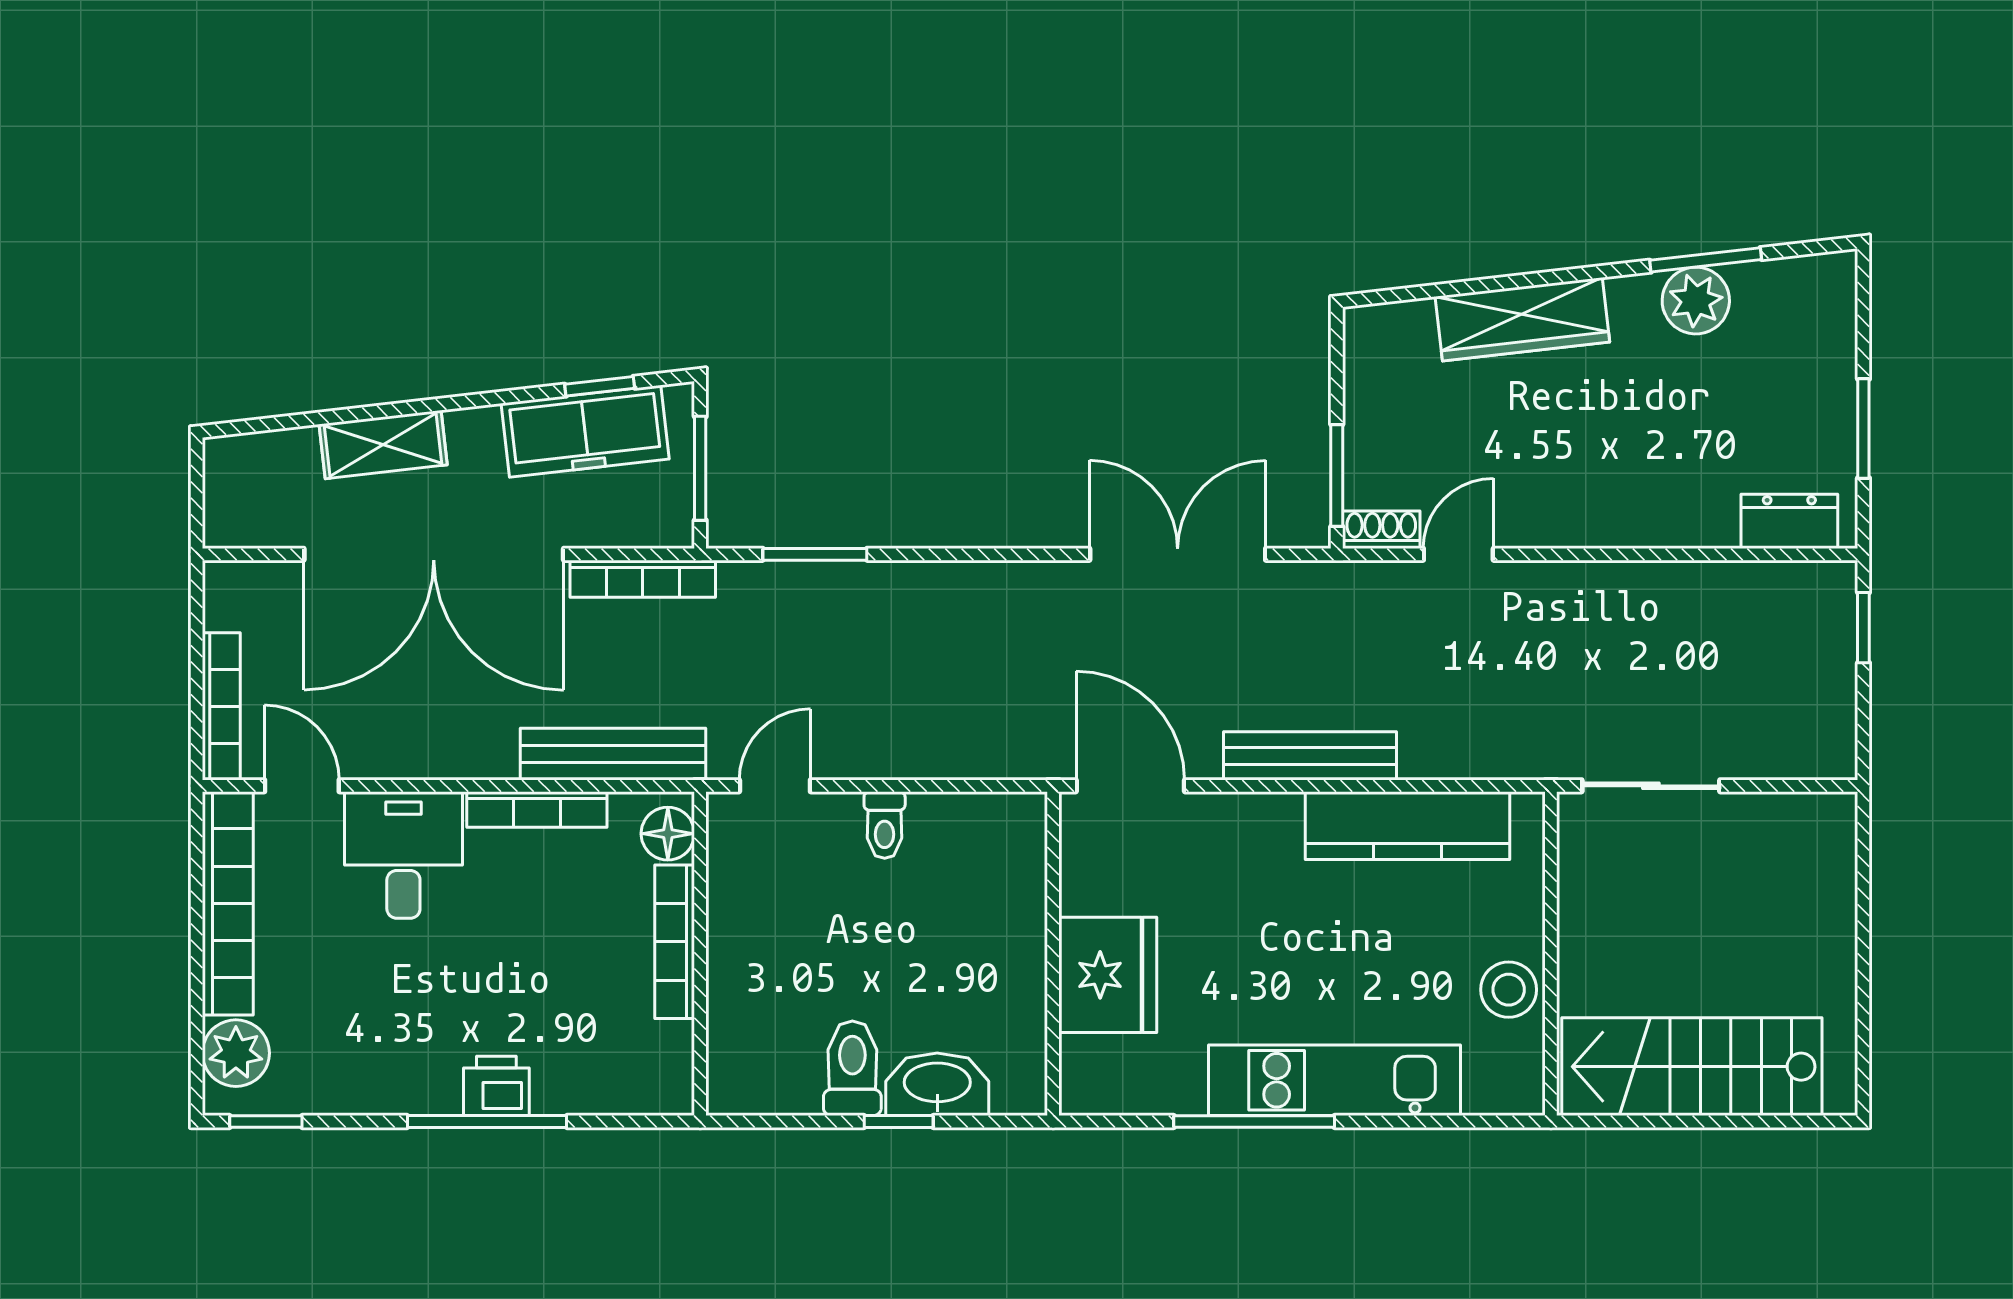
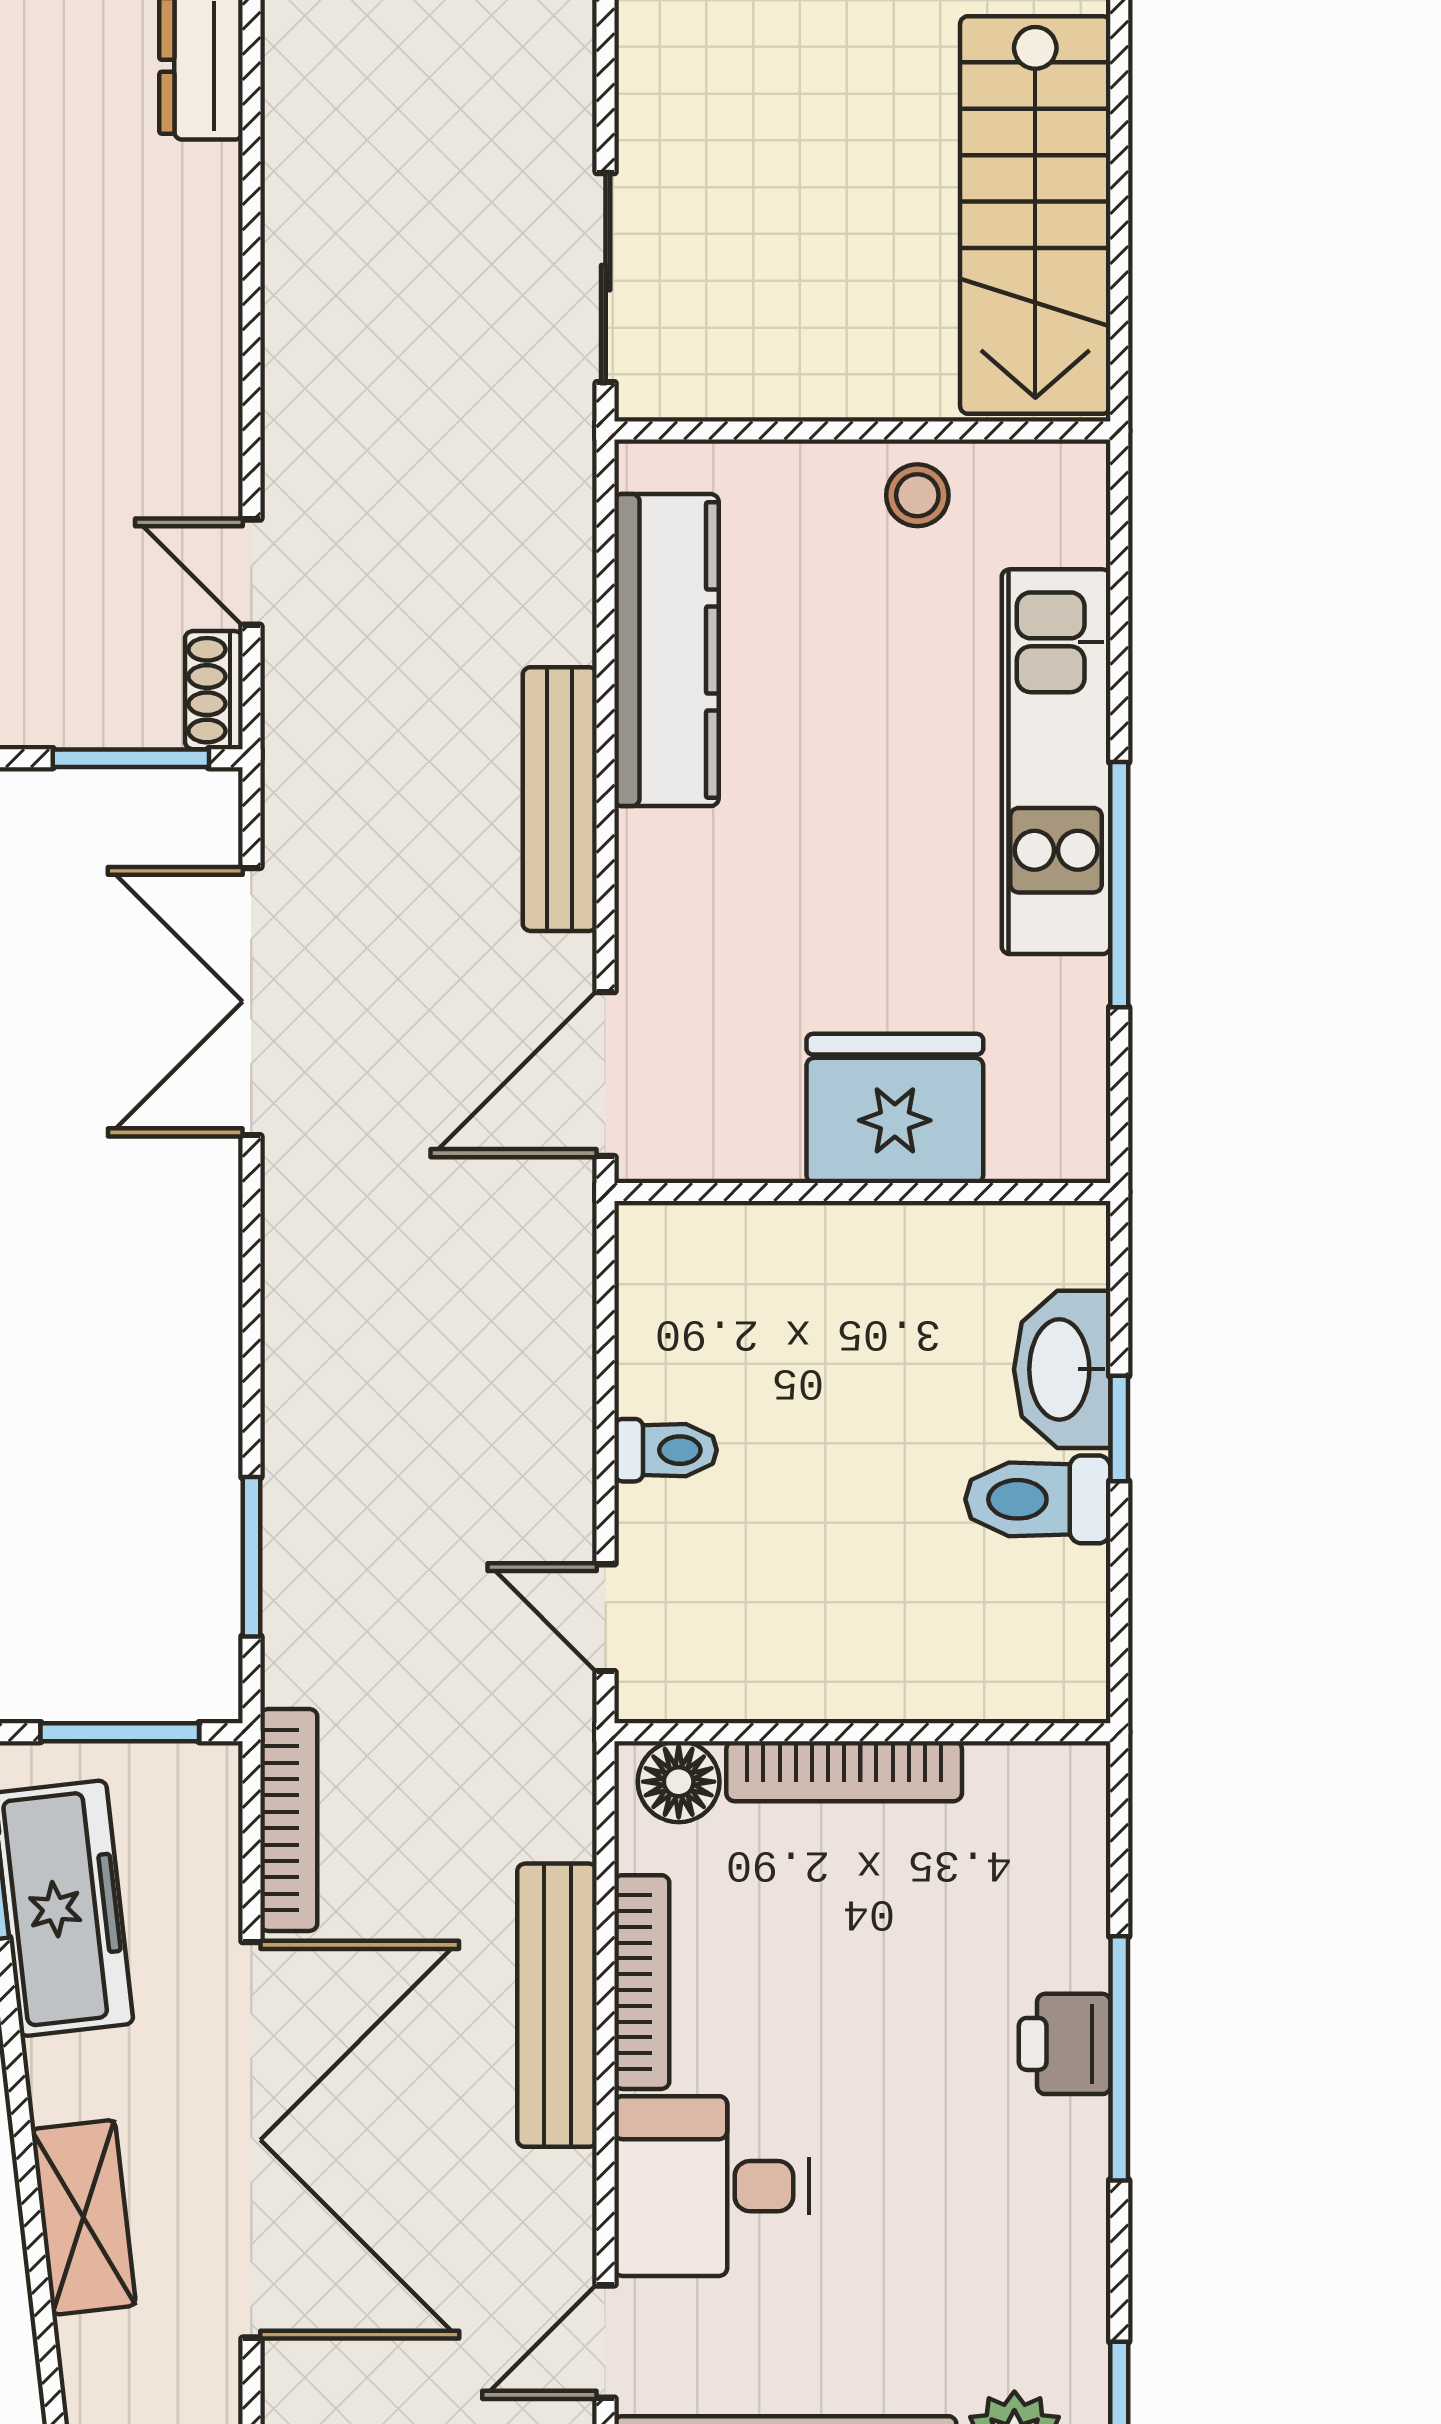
bench: (613, 754) -> (557, 2005), moved
stool: (1509, 990) -> (917, 495), width x0.73, depth x0.73

